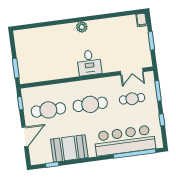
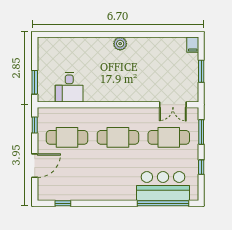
desk: (89, 63) -> (69, 87), moved
cafe table: (132, 99) -> (169, 137), width x1.37, depth x1.35
bar counter: (125, 141) -> (163, 186), width x0.73
booth: (69, 148) -> (86, 187), removed

